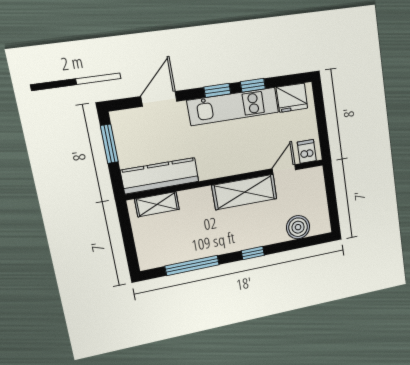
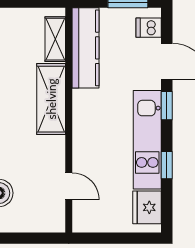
window: (217, 90) -> (167, 106), moved
dishwasher: (307, 151) -> (149, 28), moved, turned 180
shelving: (244, 192) -> (51, 99), moved

